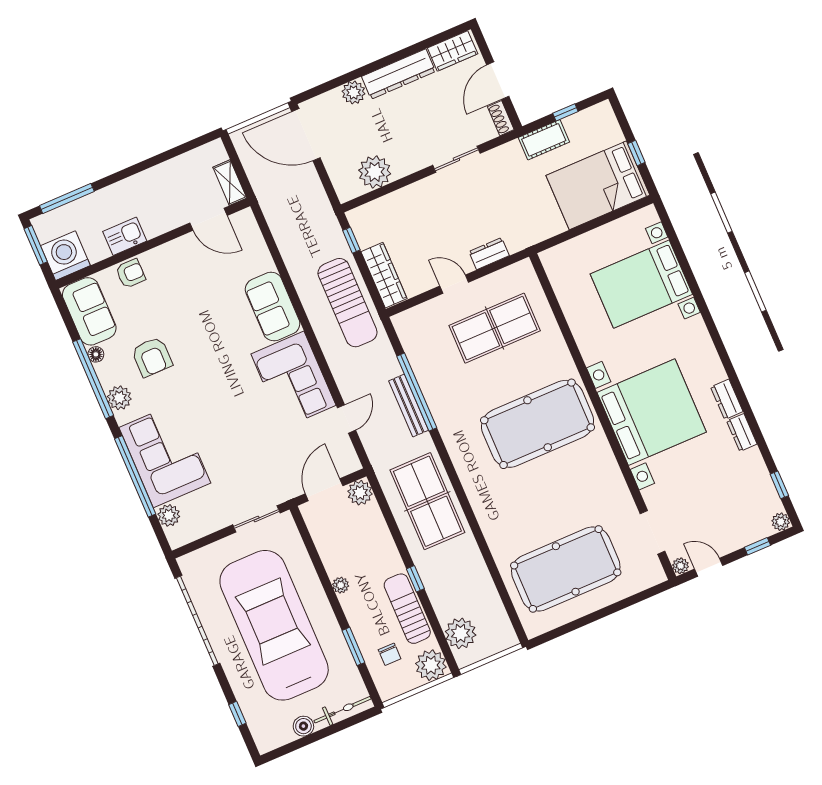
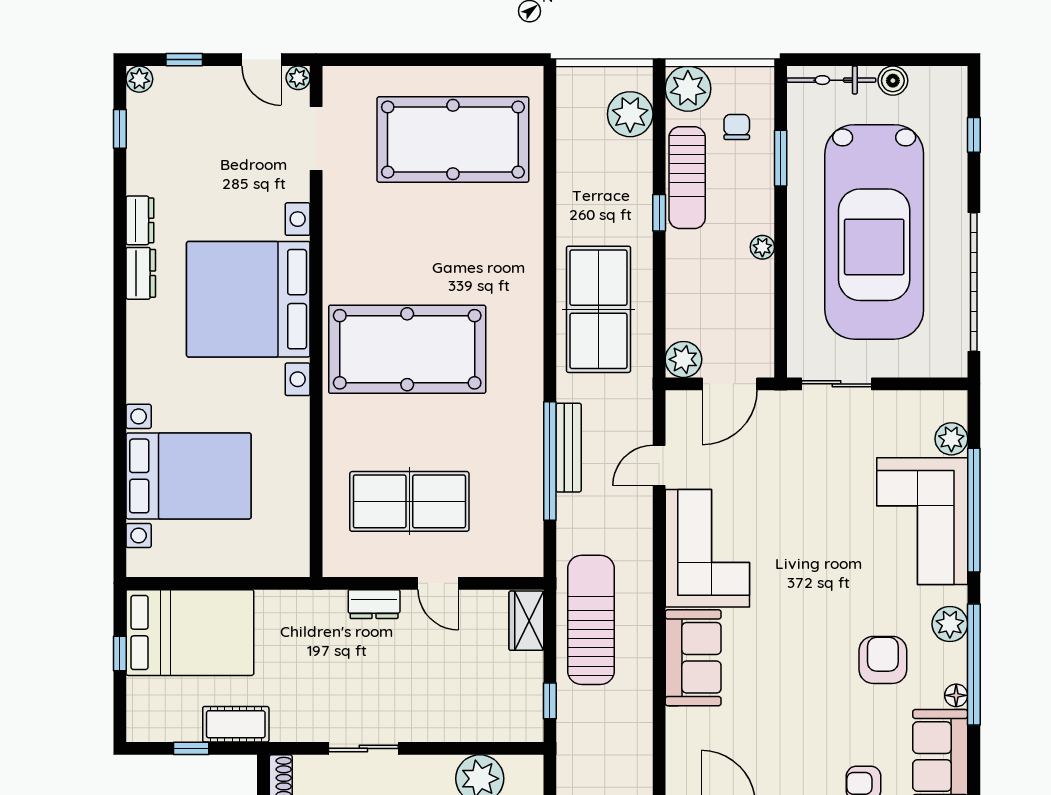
wardrobe: (384, 275) -> (526, 621), width x0.67

